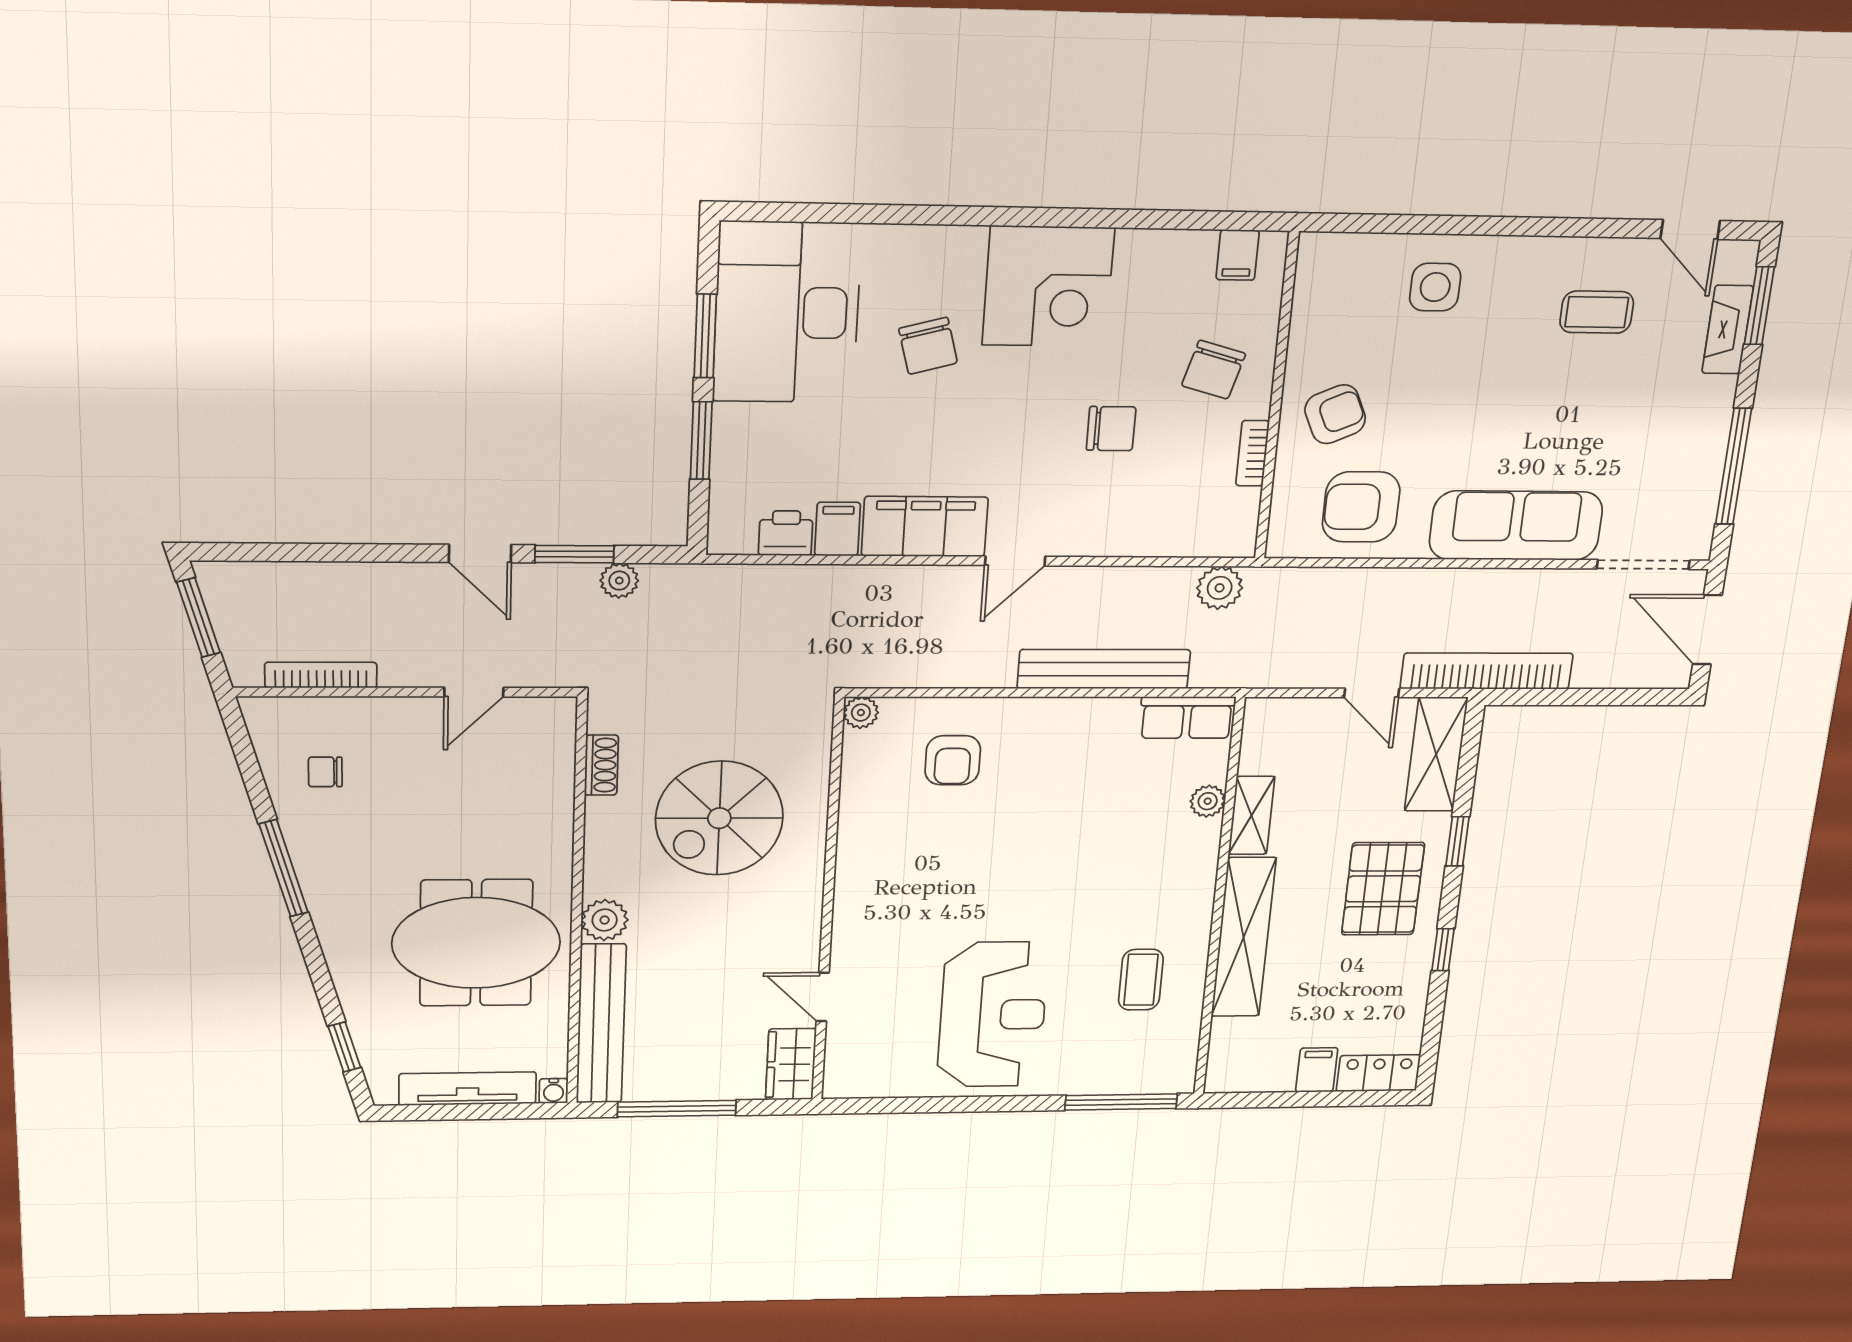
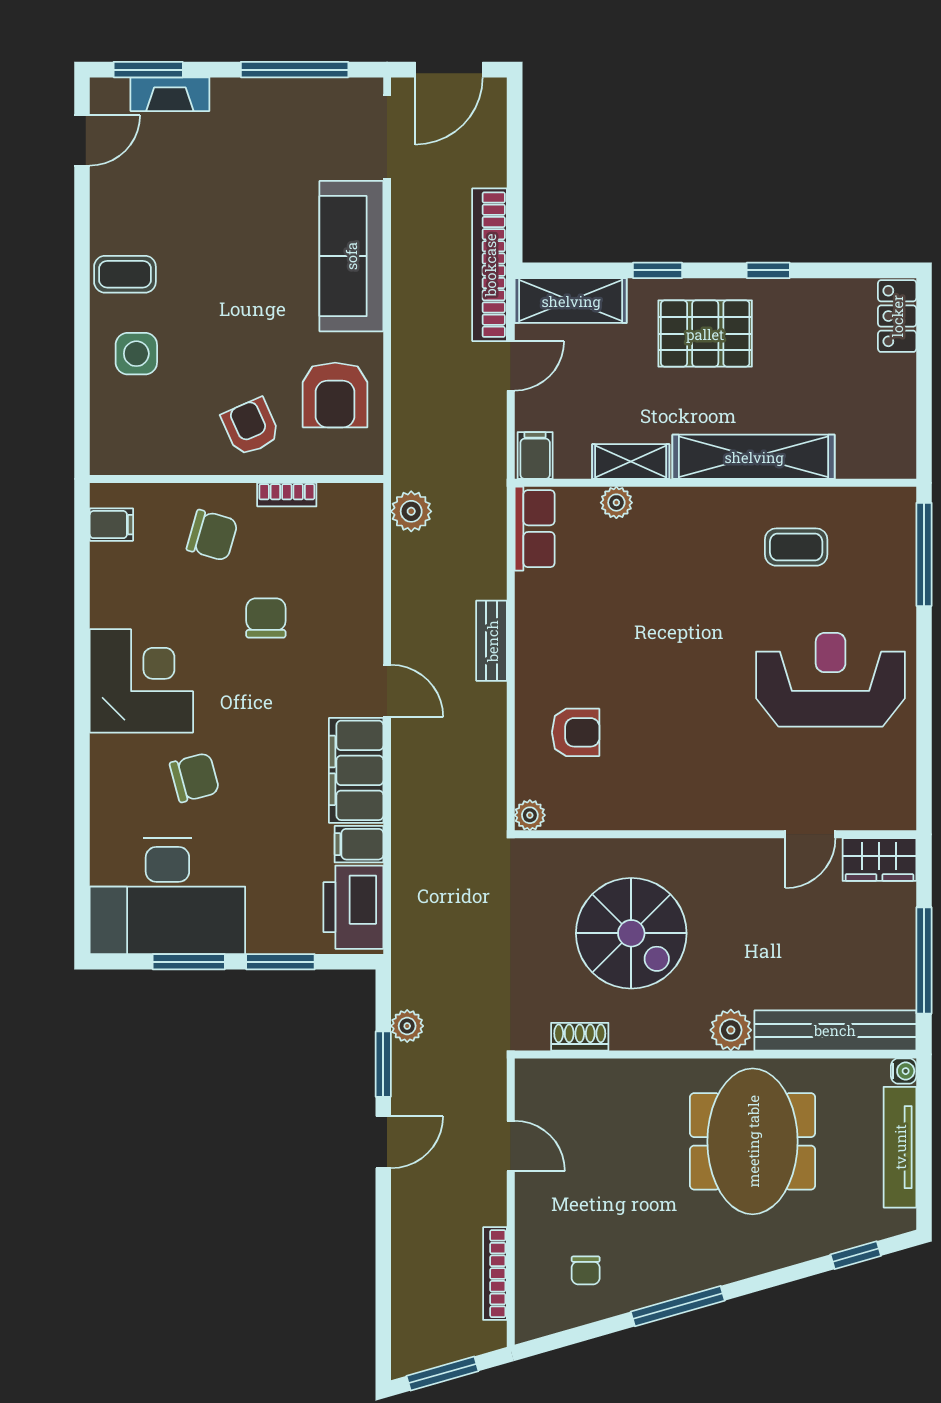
coffee table: (1597, 312) -> (125, 274), moved, turned 90
printer: (786, 533) -> (353, 907), width x1.87, depth x1.48
bench: (1104, 669) -> (492, 641), width x0.54, depth x0.82
filing cabinet: (1317, 1070) -> (535, 456), moved, turned 90

